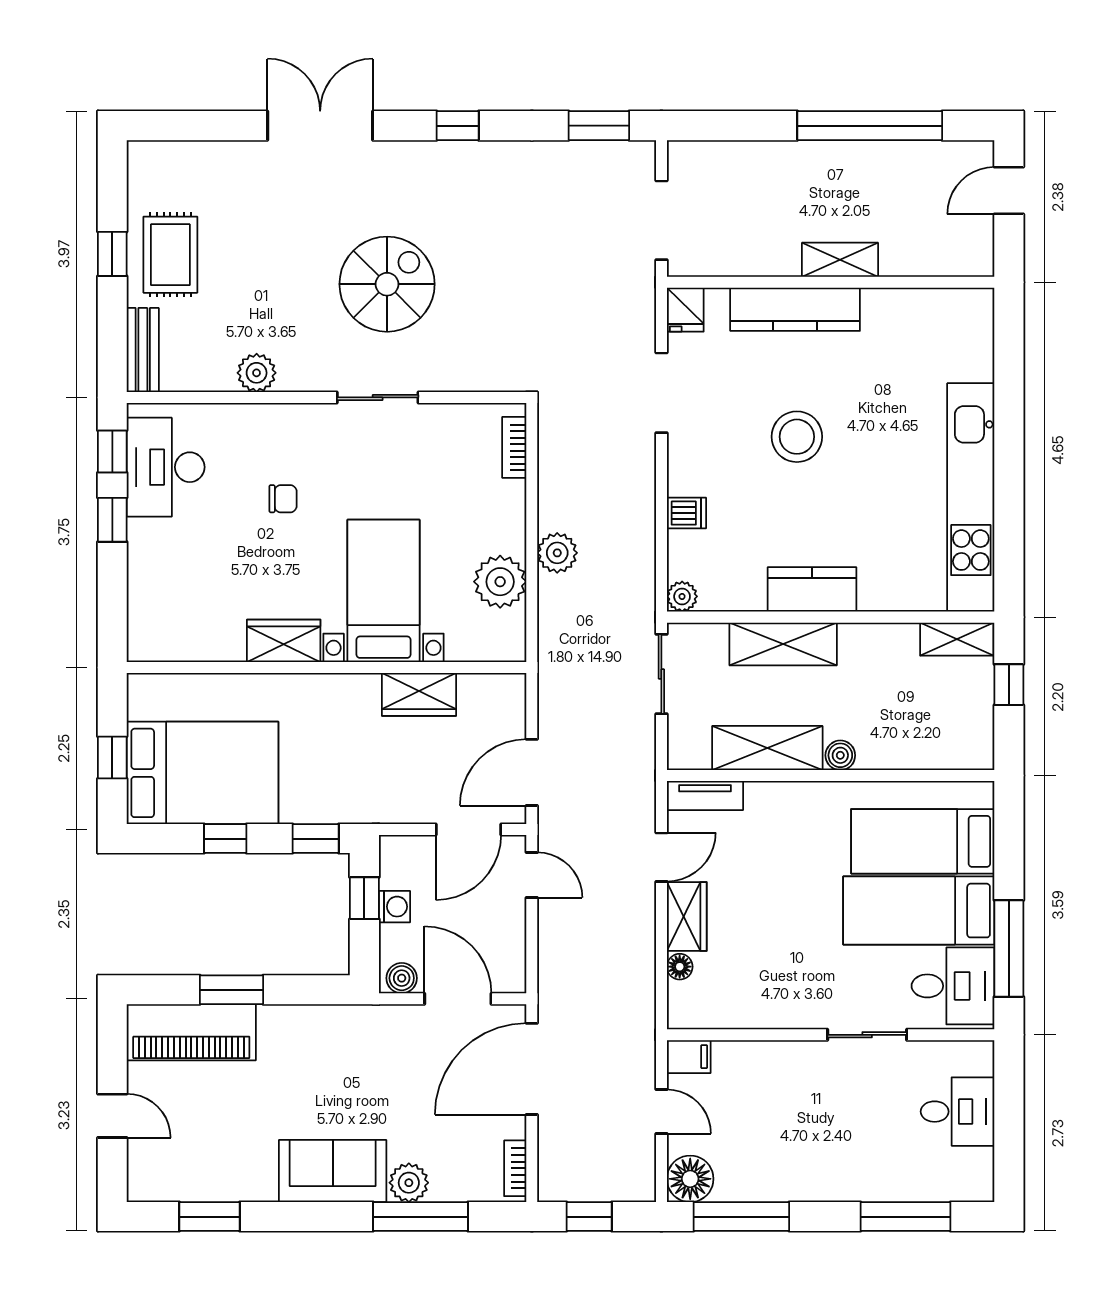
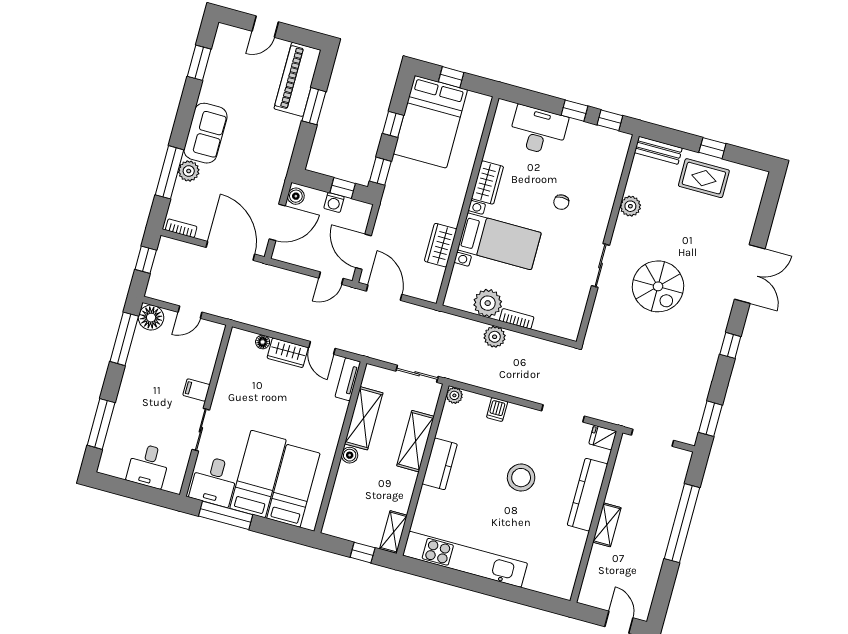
window: (870, 126) -> (682, 523), moved
bookcase: (514, 447) -> (517, 319), moved
desk: (166, 467) -> (538, 130), moved
filing cabinet: (689, 1057) -> (196, 390), moved, turned 90

